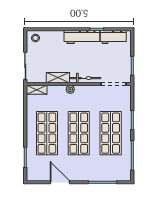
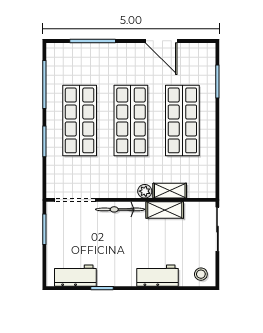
workbench: (82, 37) -> (158, 276), moved, width x0.73
shelving: (37, 90) -> (170, 191), moved

